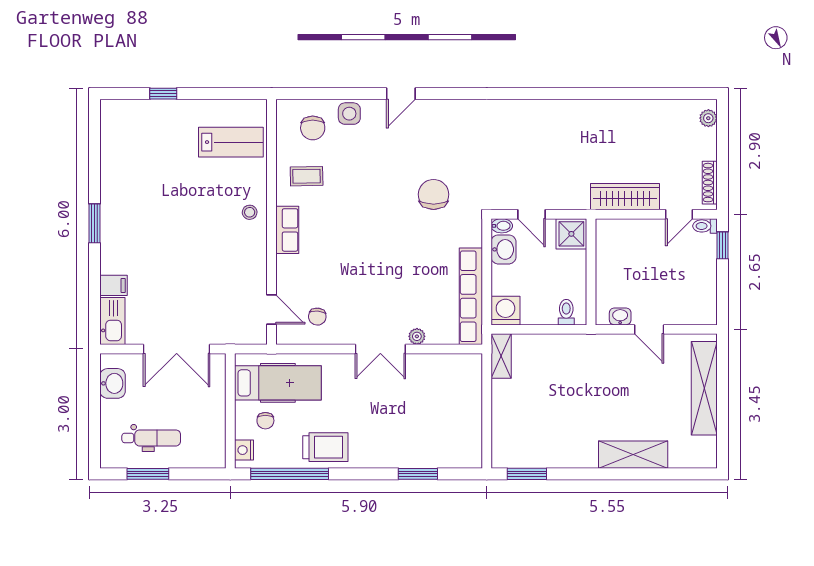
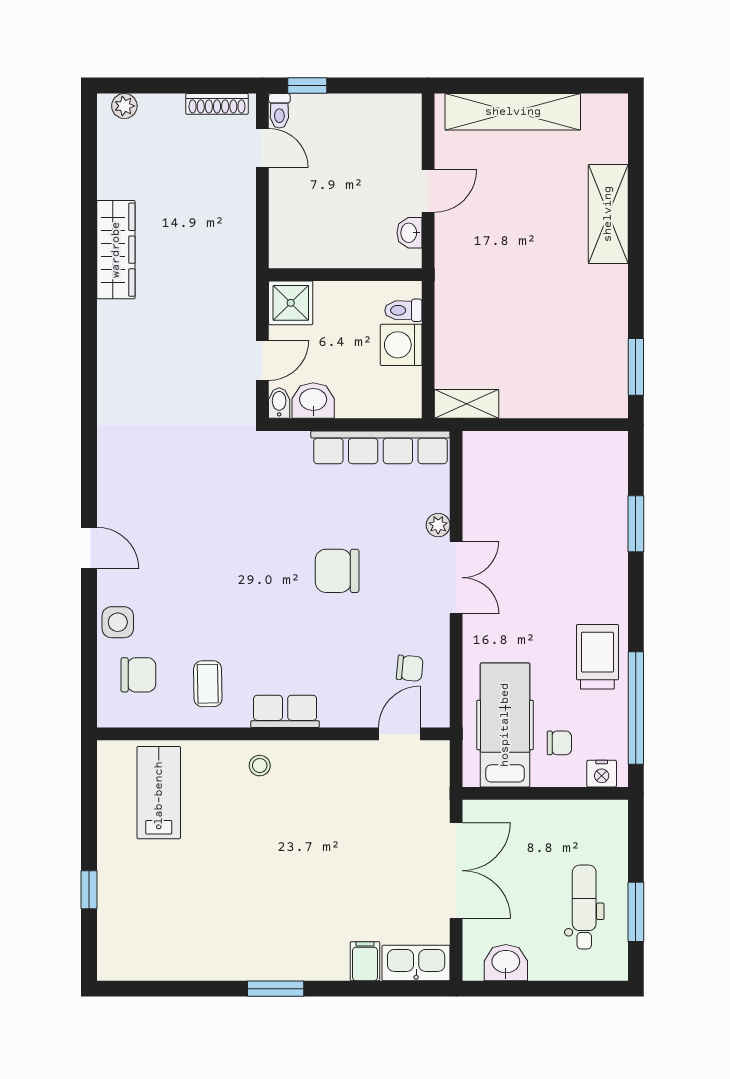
chair: (434, 194) -> (337, 571), moved
wardrobe: (625, 197) -> (116, 250), moved, turned 180
washing machine: (505, 311) -> (401, 345), moved

